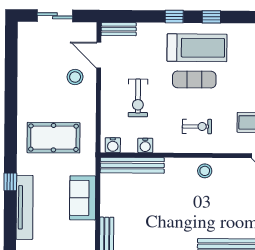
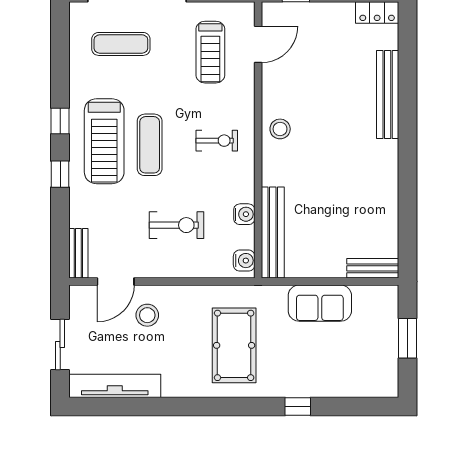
treadmill: (197, 48) -> (104, 141), turned 180
exercise bike: (197, 126) -> (217, 141), turned 90
tv unit: (25, 207) -> (115, 386), moved

